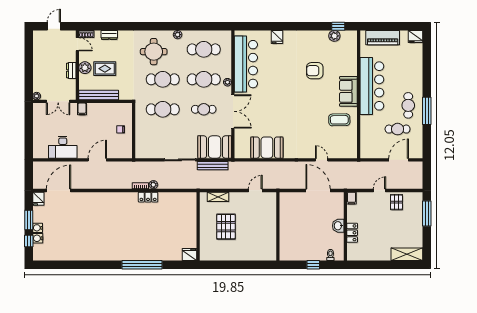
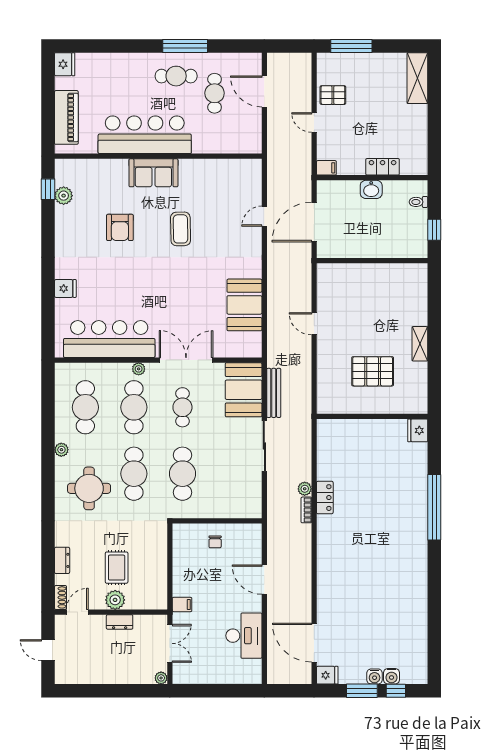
bench: (99, 95) -> (159, 578), removed
coffee table: (339, 120) -> (181, 229), moved
shelving: (218, 197) -> (420, 344), moved
wall: (278, 226) -> (372, 261), moved

